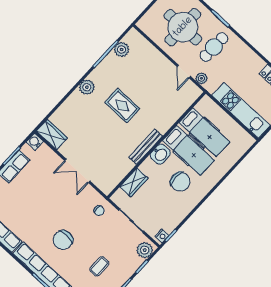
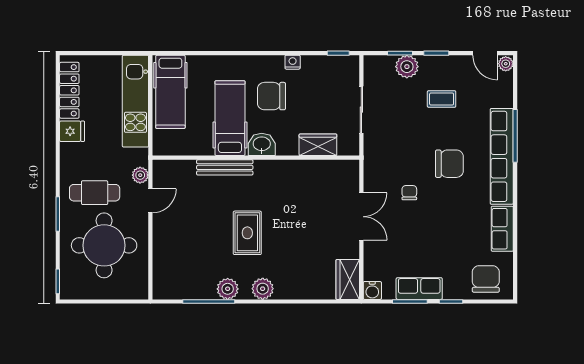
plant: (122, 50) -> (228, 289), moved
fridge: (256, 64) -> (72, 131), added
hospital bed: (204, 132) -> (170, 92), moved, turned 180
bench: (146, 147) -> (225, 167), moved
chair: (180, 182) -> (271, 96), turned -90
chair: (99, 211) -> (409, 193), moved
nightstand: (162, 236) -> (293, 62), moved
plant: (145, 250) -> (407, 67), moved

